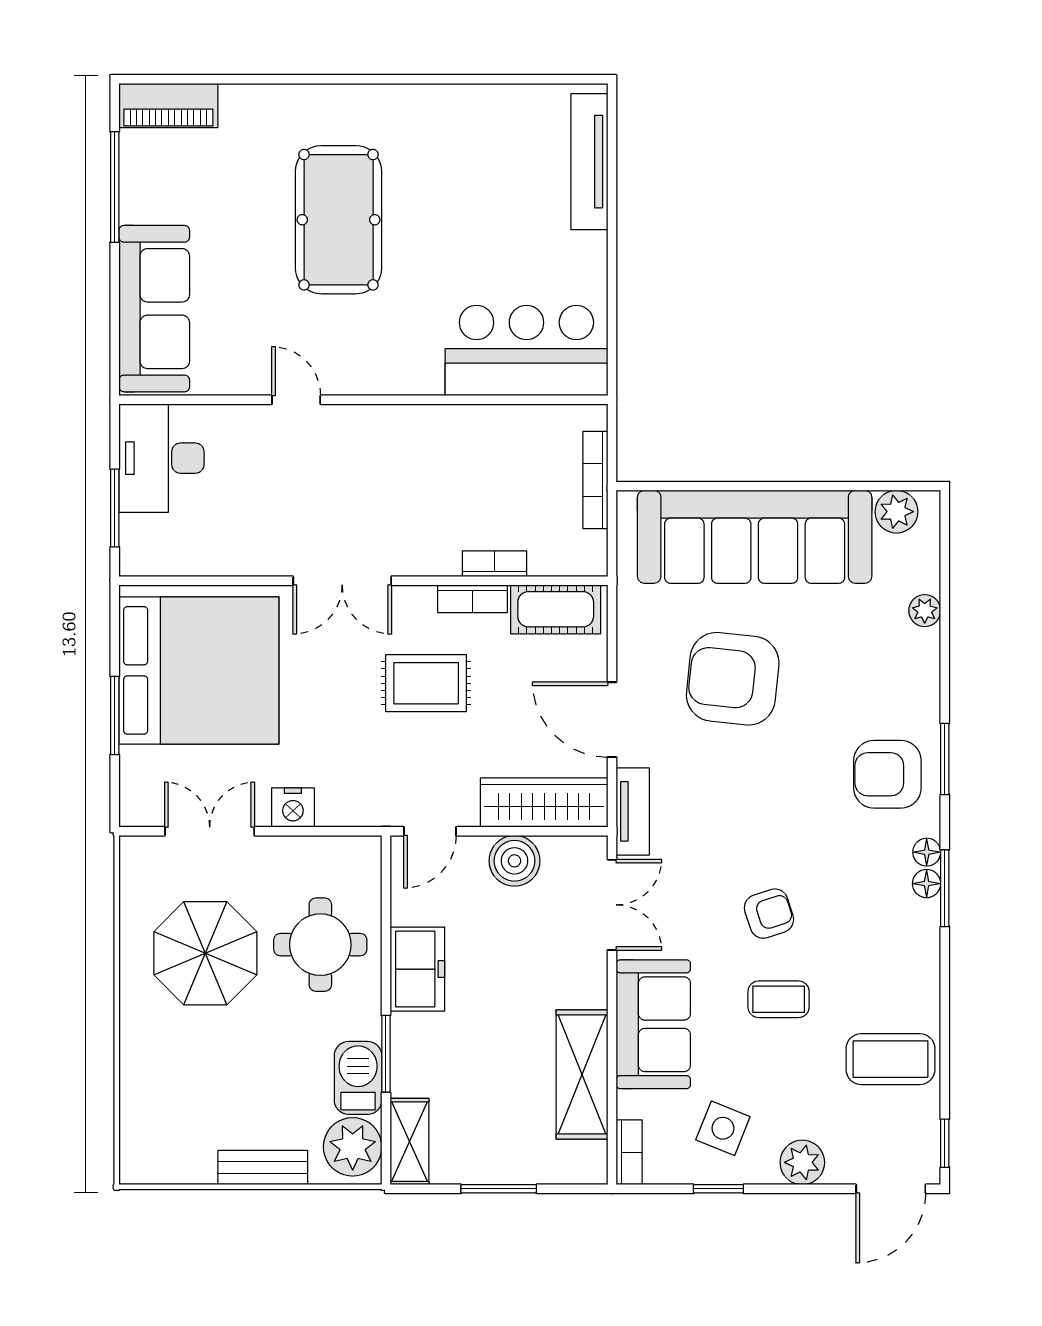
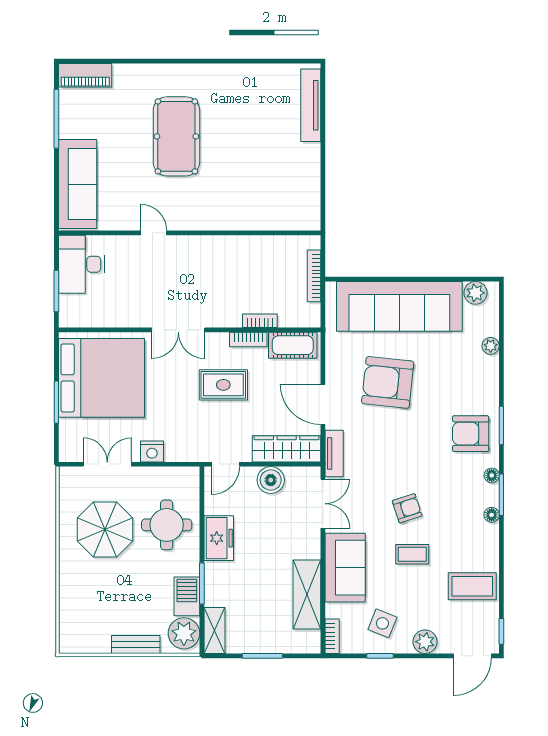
bar counter: (526, 351) -> (277, 206), removed
floor lamp: (927, 884) -> (492, 515), moved

